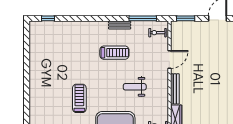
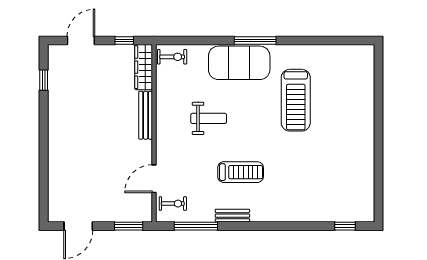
treadmill: (114, 53) -> (241, 172), turned 180
door: (169, 60) -> (154, 179), moved
treadmill: (79, 98) -> (296, 100), width x1.37, depth x1.38

